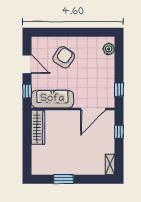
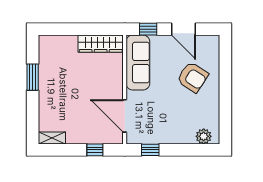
door: (27, 64) -> (183, 29), hinge flipped

